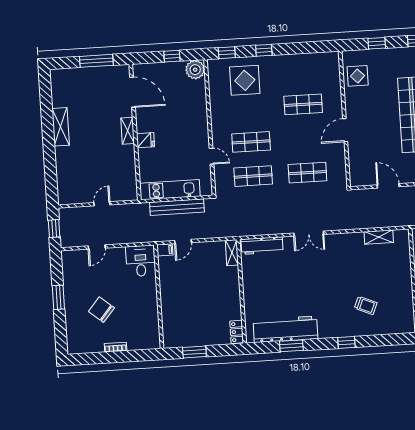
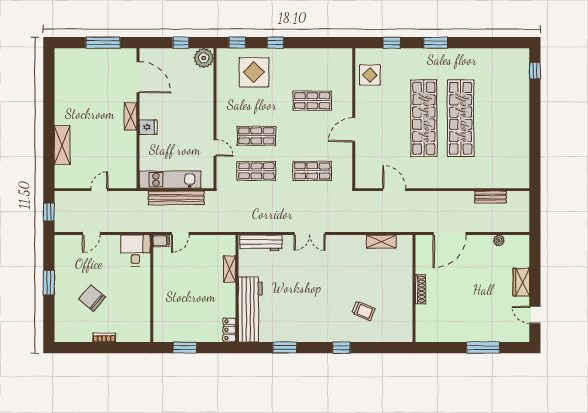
shelving: (61, 127) -> (62, 145), moved
shelving: (232, 253) -> (230, 269), moved
workbench: (285, 329) -> (250, 309), moved, turned 90

